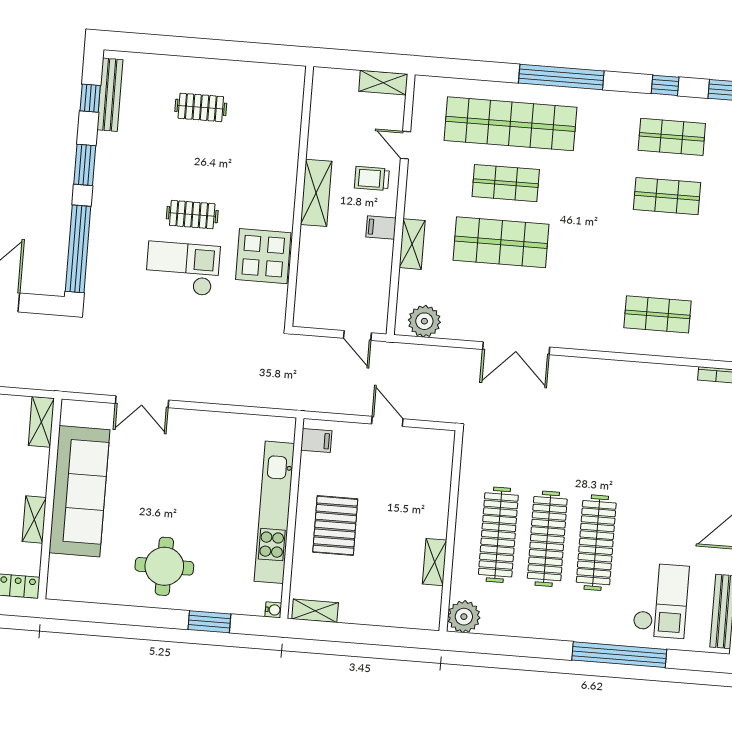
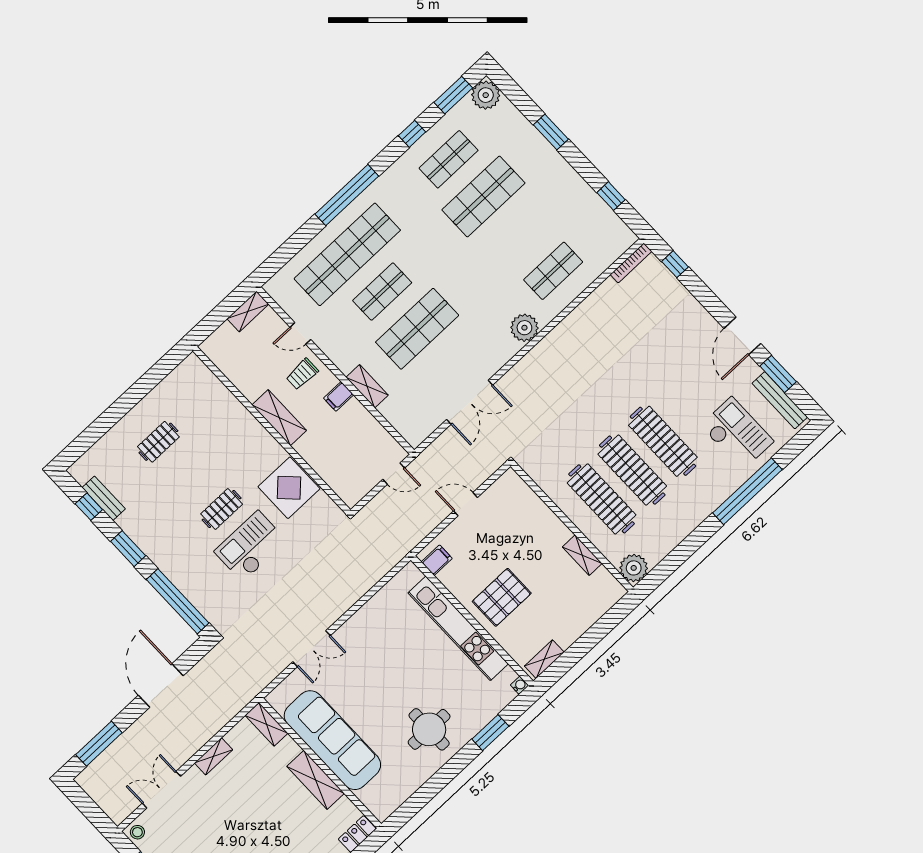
bench: (110, 95) -> (104, 498), width x0.73
shop shelf: (667, 196) -> (483, 196), width x1.43, depth x1.36
plant: (424, 321) -> (524, 328), moved
double door: (516, 348) -> (470, 402), moved
shelving: (34, 520) -> (315, 780), width x1.50, depth x1.33
pallet: (335, 526) -> (502, 597), turned 90

